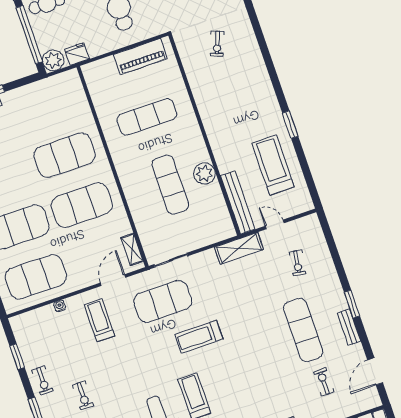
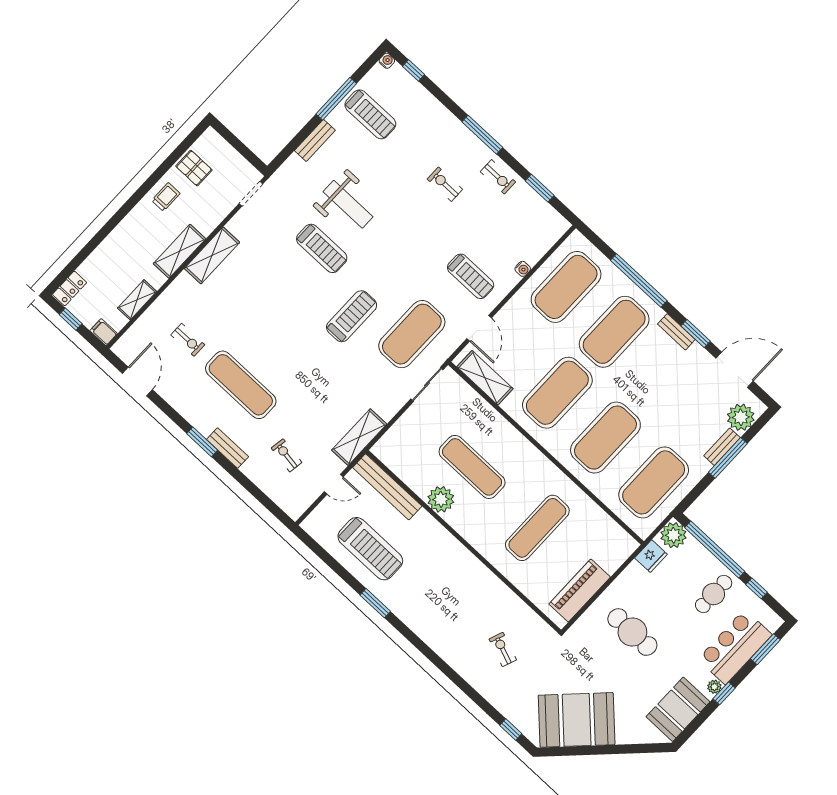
exercise mat: (47, 105) -> (654, 482), added
shelving: (132, 249) -> (485, 378), width x1.50, depth x1.33
bench: (349, 327) -> (228, 448), moved
exercise bike: (43, 380) -> (498, 177), turned 180

